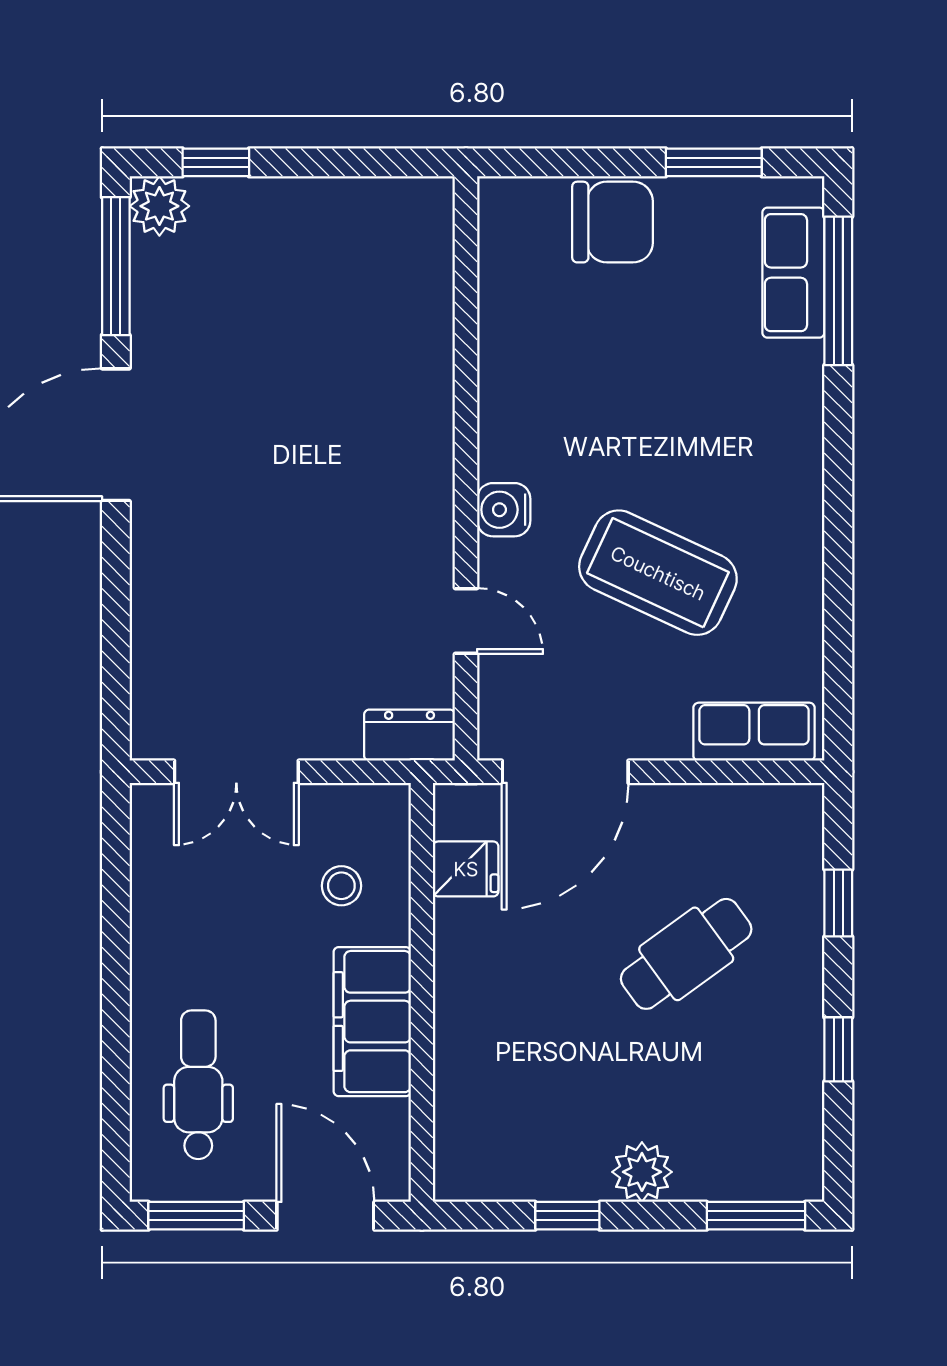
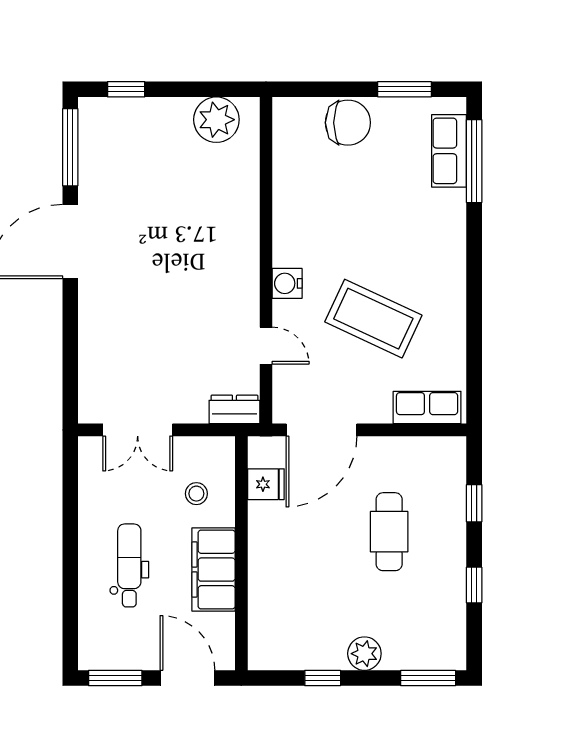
plant: (159, 206) -> (216, 120), moved, width x1.36, depth x1.36
cafe table: (686, 954) -> (389, 532), turned -54
dental chair: (198, 1085) -> (129, 565), moved

